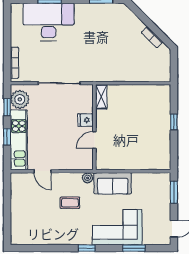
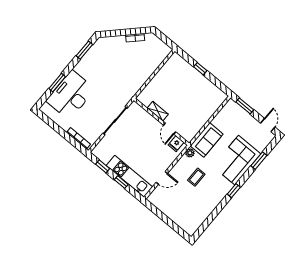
shelving: (101, 97) -> (158, 111), moved
plant: (20, 99) -> (104, 154), removed
fridge: (85, 120) -> (176, 144), moved

